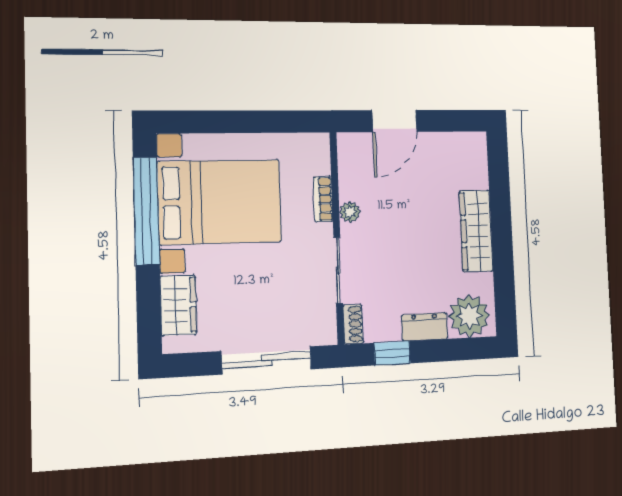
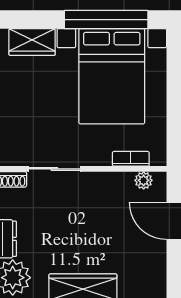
bookcase: (323, 199) -> (131, 159), moved
plant: (350, 212) -> (144, 180), moved

